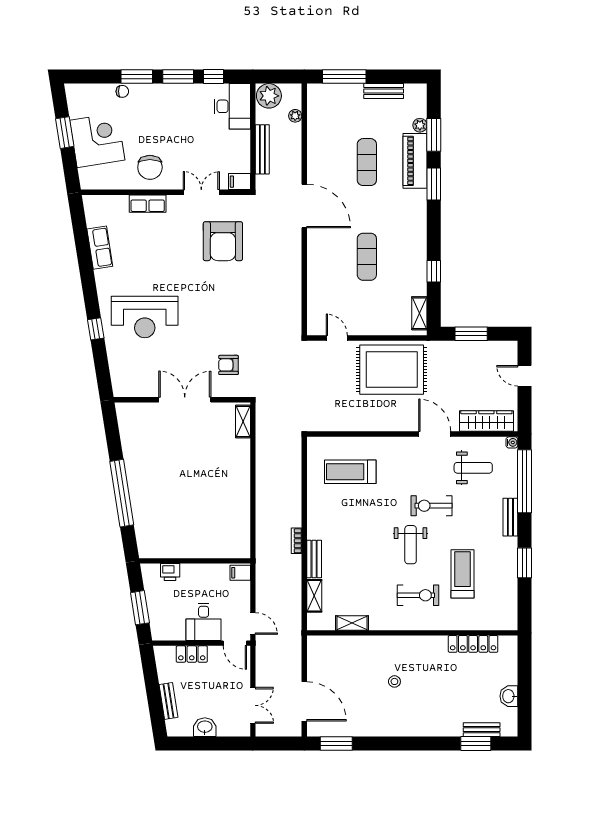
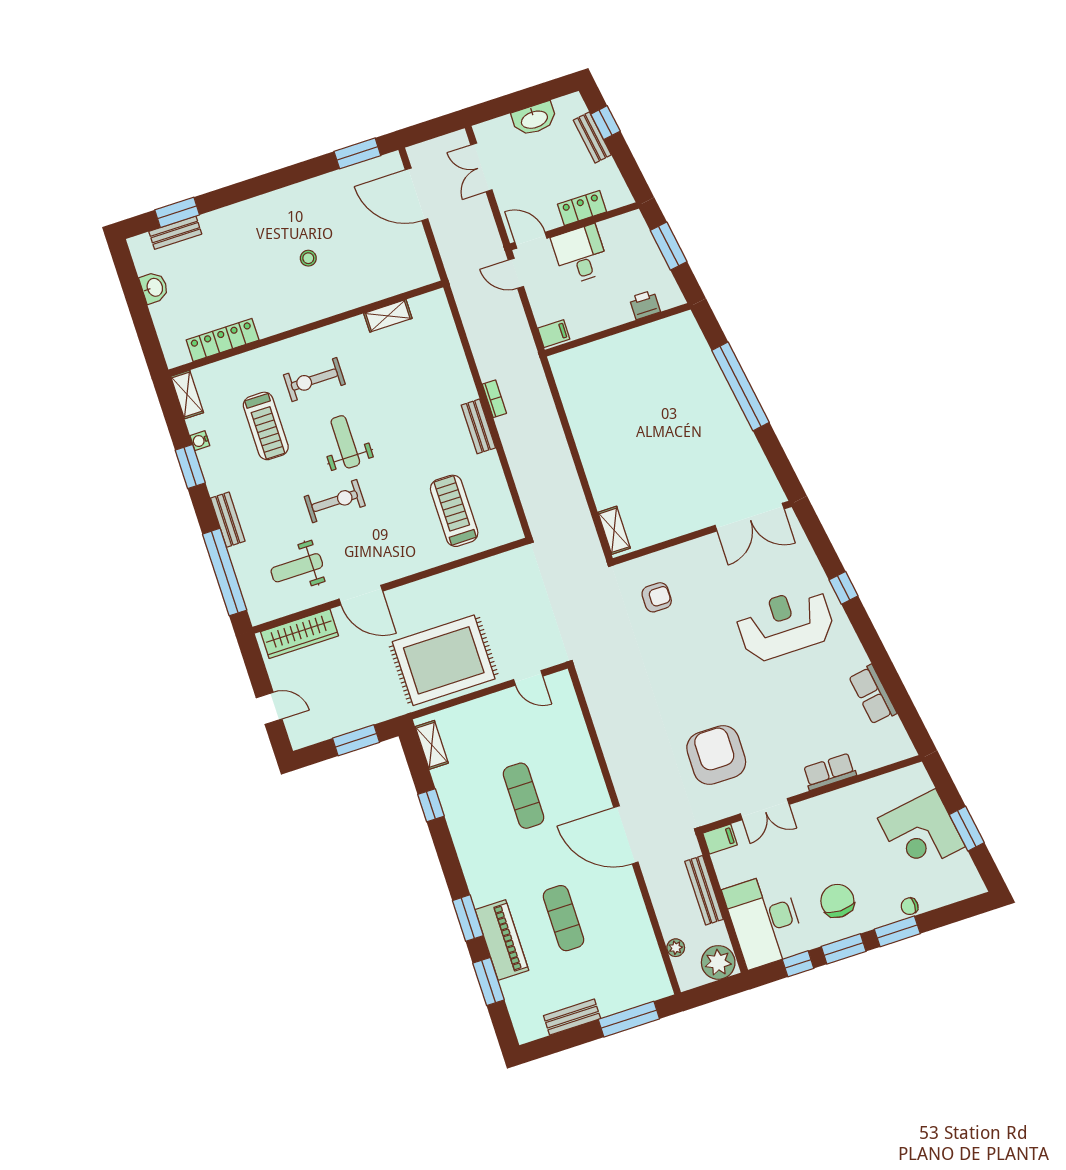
desk: (232, 106) -> (765, 920), width x1.36, depth x1.30
plant: (420, 125) -> (511, 988), removed
chair: (150, 167) -> (837, 901), moved
double door: (185, 400) -> (750, 517), moved
water cooler: (512, 442) -> (200, 441), moved
treadmill: (350, 472) -> (454, 511), turned -90
bench: (314, 559) -> (478, 426), moved
shelving: (314, 596) -> (187, 395), moved
window: (156, 708) -> (605, 123), added
washbasin: (205, 727) -> (534, 119), width x1.38

